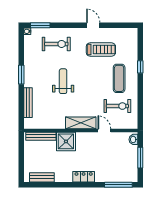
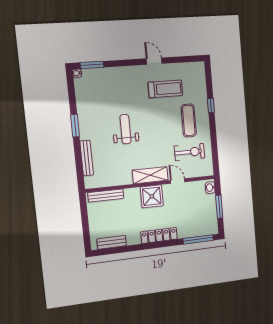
exercise bike: (56, 44) -> (113, 86), removed
shower: (66, 141) -> (152, 196), moved
locker: (84, 177) -> (159, 235), width x1.53

